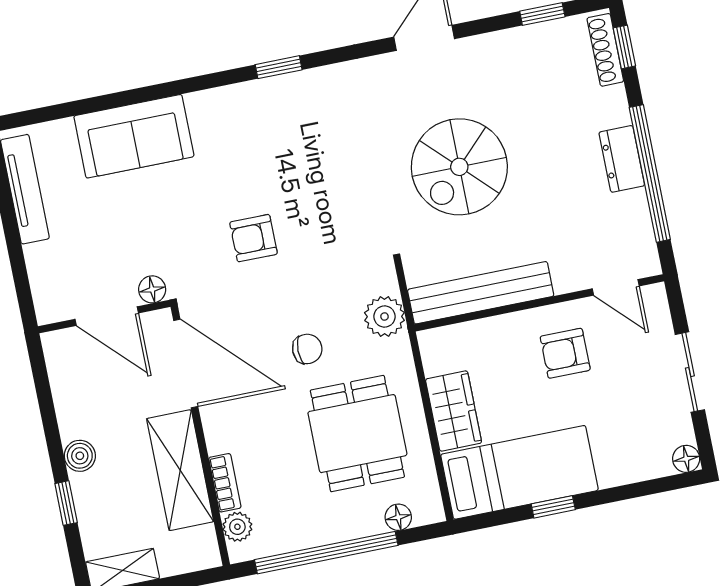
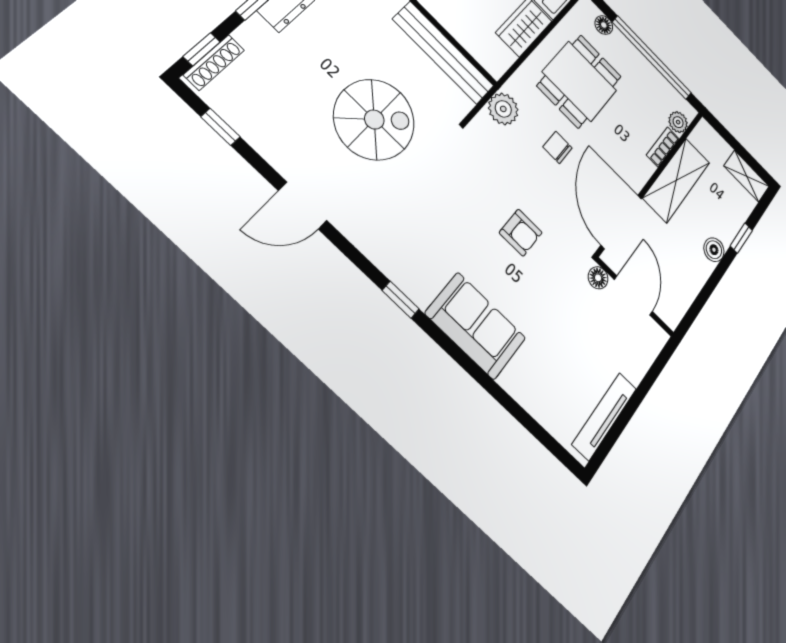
sofa: (134, 136) -> (476, 326), moved

